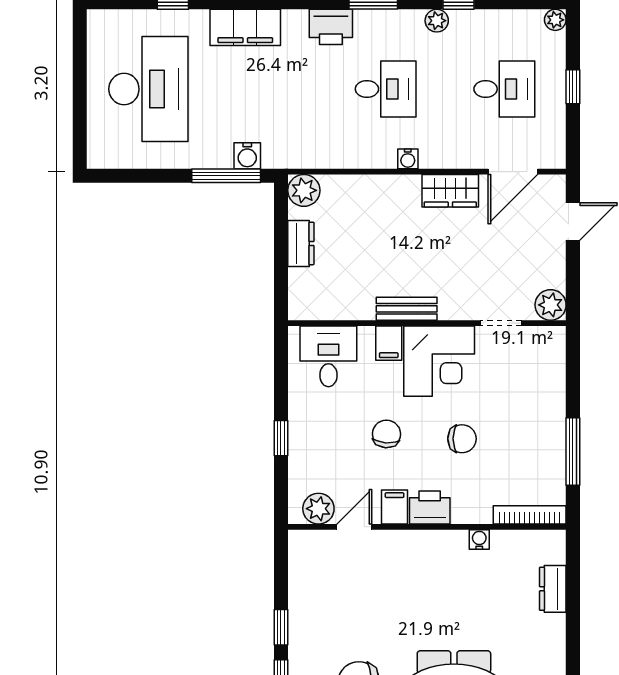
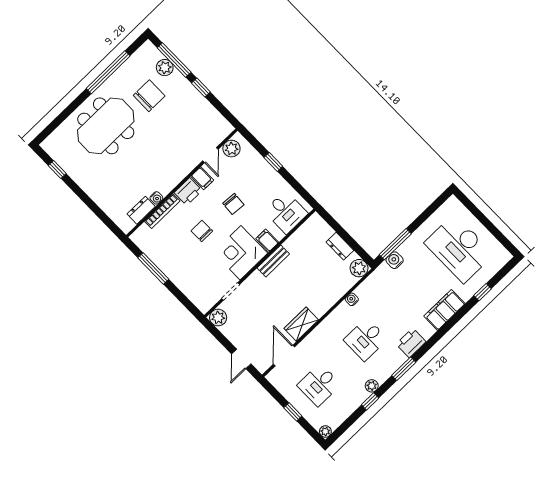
water cooler: (408, 159) -> (352, 299), moved
chair: (462, 439) -> (202, 231), turned 90
bookcase: (530, 515) -> (162, 211), moved
dresser: (553, 589) -> (141, 210), moved, turned -90

